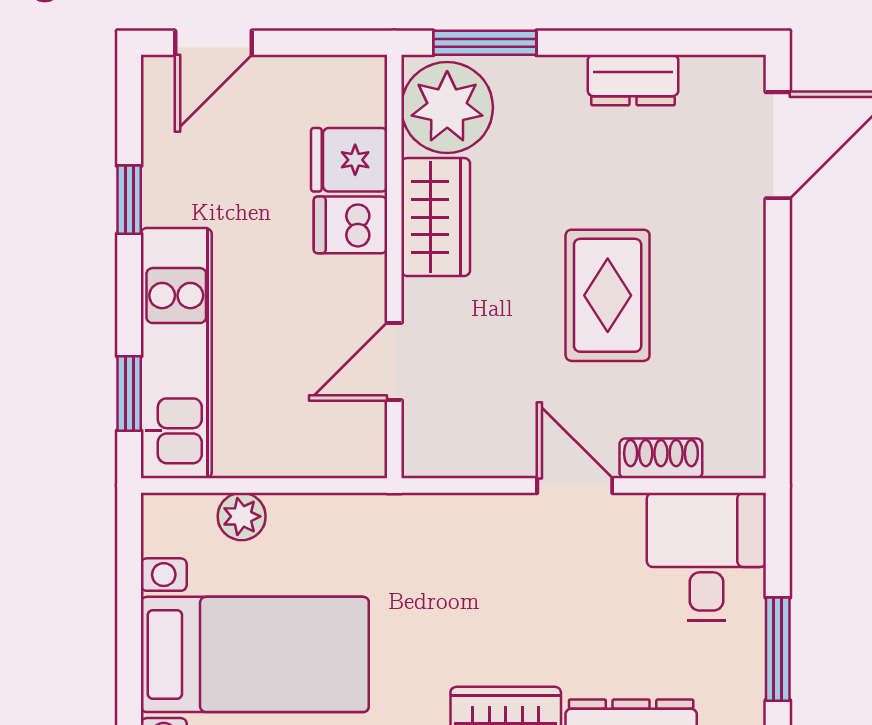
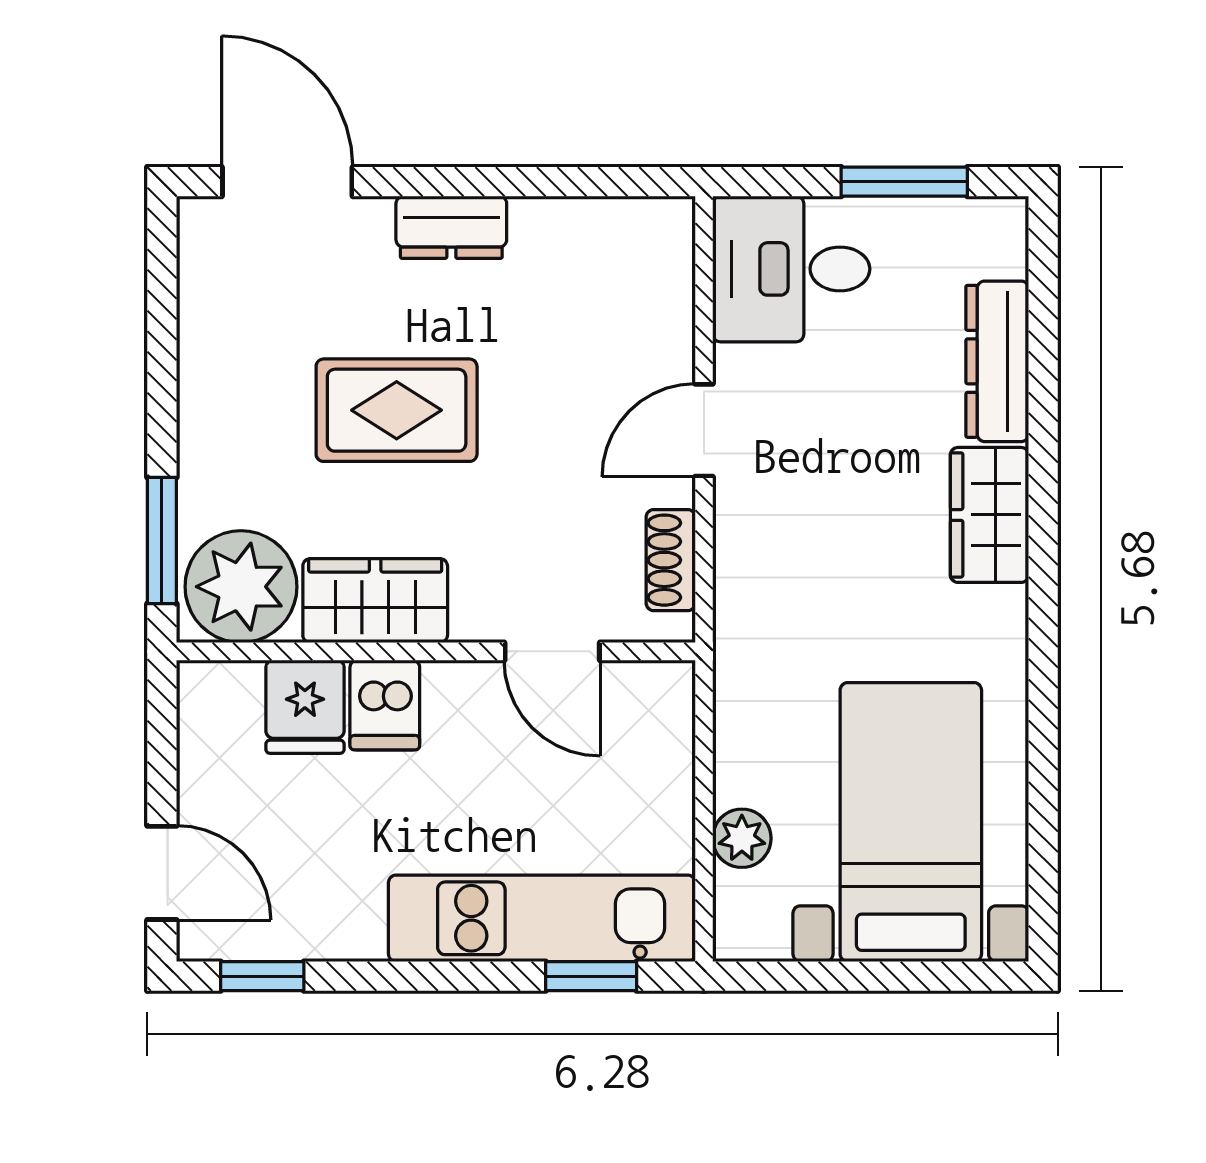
dresser: (633, 80) -> (451, 227), moved, turned 90
window: (129, 200) -> (262, 976), moved
rug: (608, 295) -> (397, 410), moved
shoe rack: (661, 458) -> (671, 560), moved

